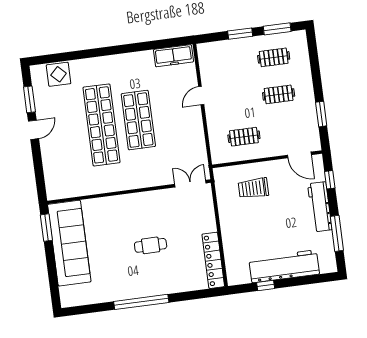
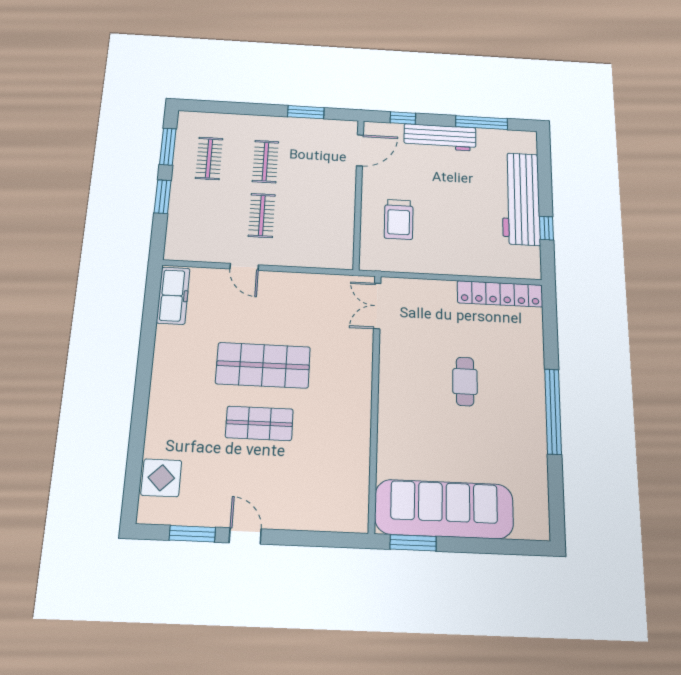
shop shelf: (101, 125) -> (259, 423), width x0.50, depth x0.74
clothes rail: (244, 137) -> (262, 215), moved

